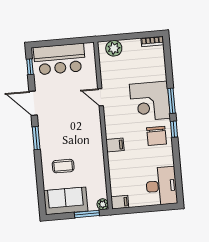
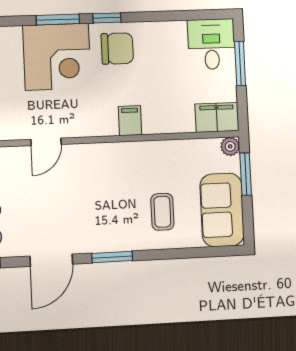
desk: (161, 186) -> (211, 44), width x0.73
filing cabinet: (120, 202) -> (217, 117), width x2.00
window: (151, 208) -> (240, 64), added

